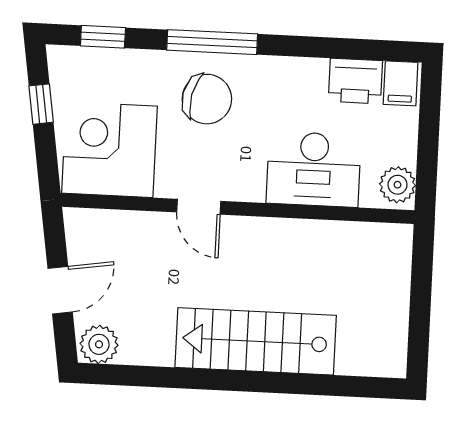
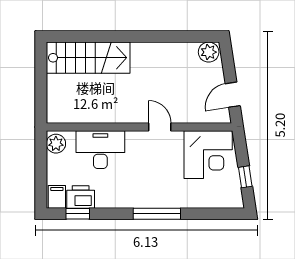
window: (103, 37) -> (78, 214), moved
chair: (207, 99) -> (158, 184), removed
door: (60, 290) -> (233, 95), moved
stairs: (256, 341) -> (88, 58), moved

